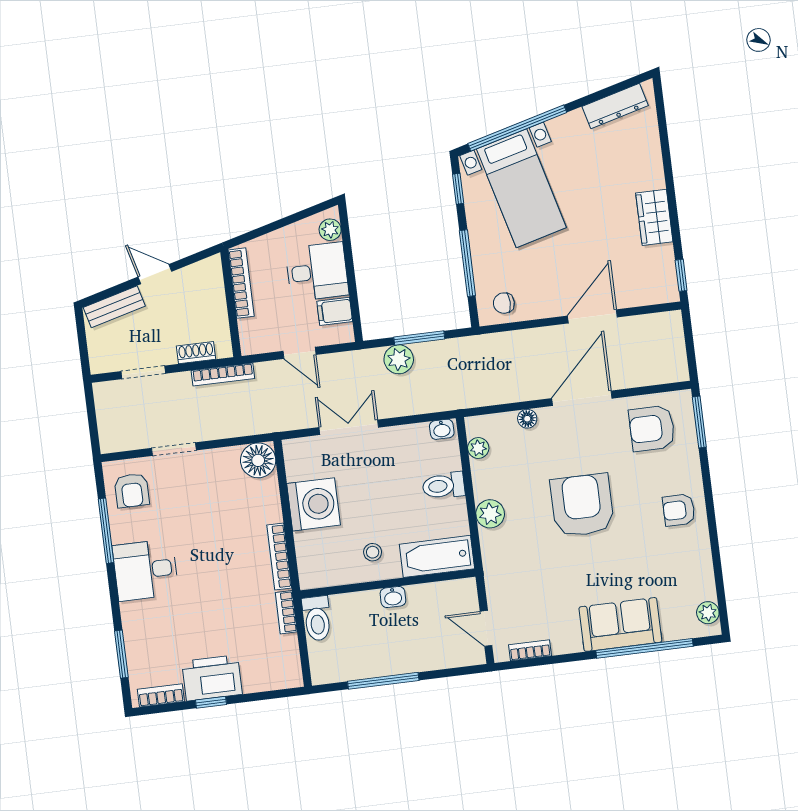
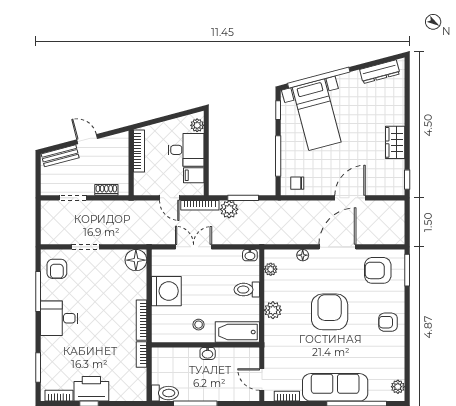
bookcase: (223, 374) -> (200, 205), moved
toilet: (317, 618) -> (165, 393), moved, turned -90
sofa: (620, 624) -> (335, 387), width x1.36

